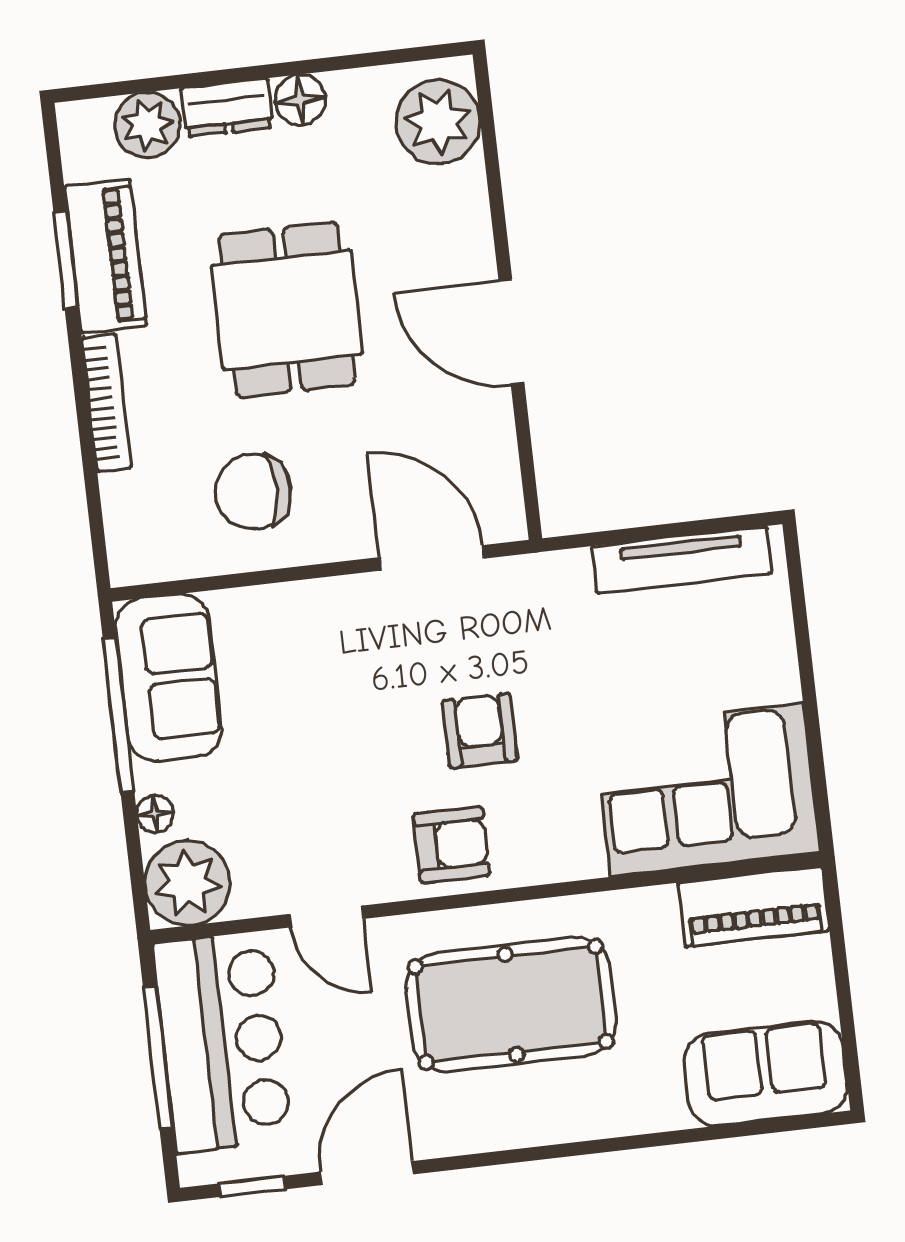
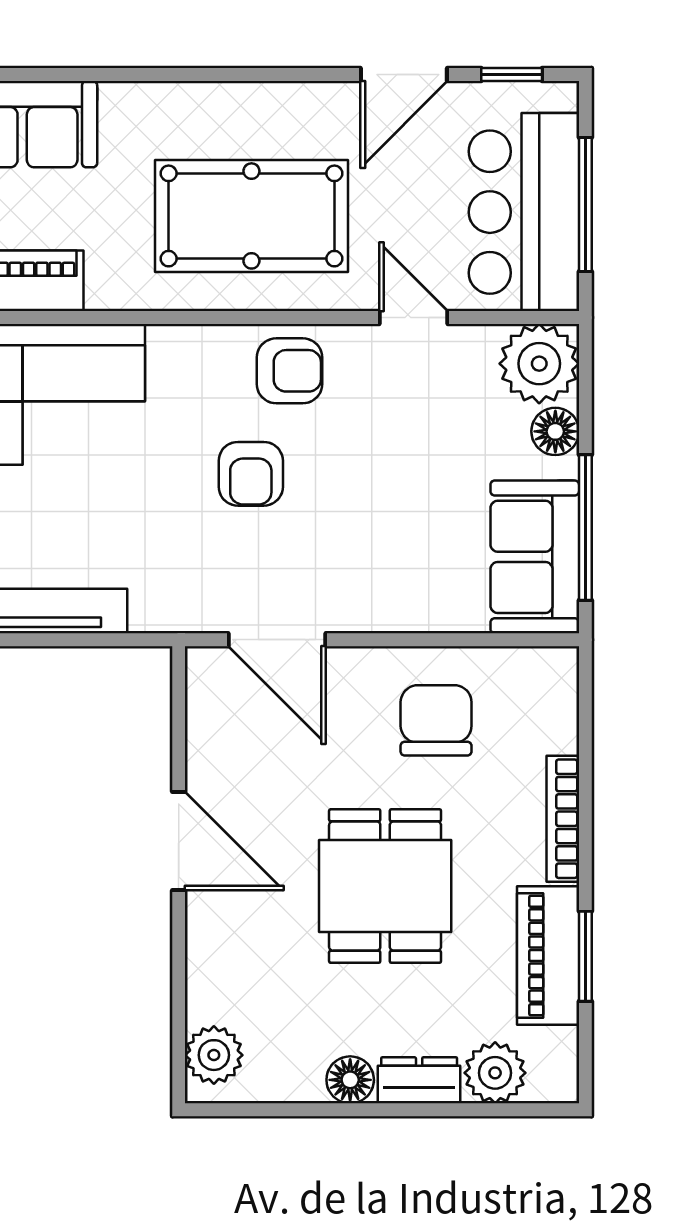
plant: (438, 122) -> (214, 1055), width x0.73, depth x0.73
chair: (253, 492) -> (436, 720), turned -90
floor lamp: (155, 814) -> (555, 431), width x1.37, depth x1.37
armchair: (452, 845) -> (290, 371), turned 180

